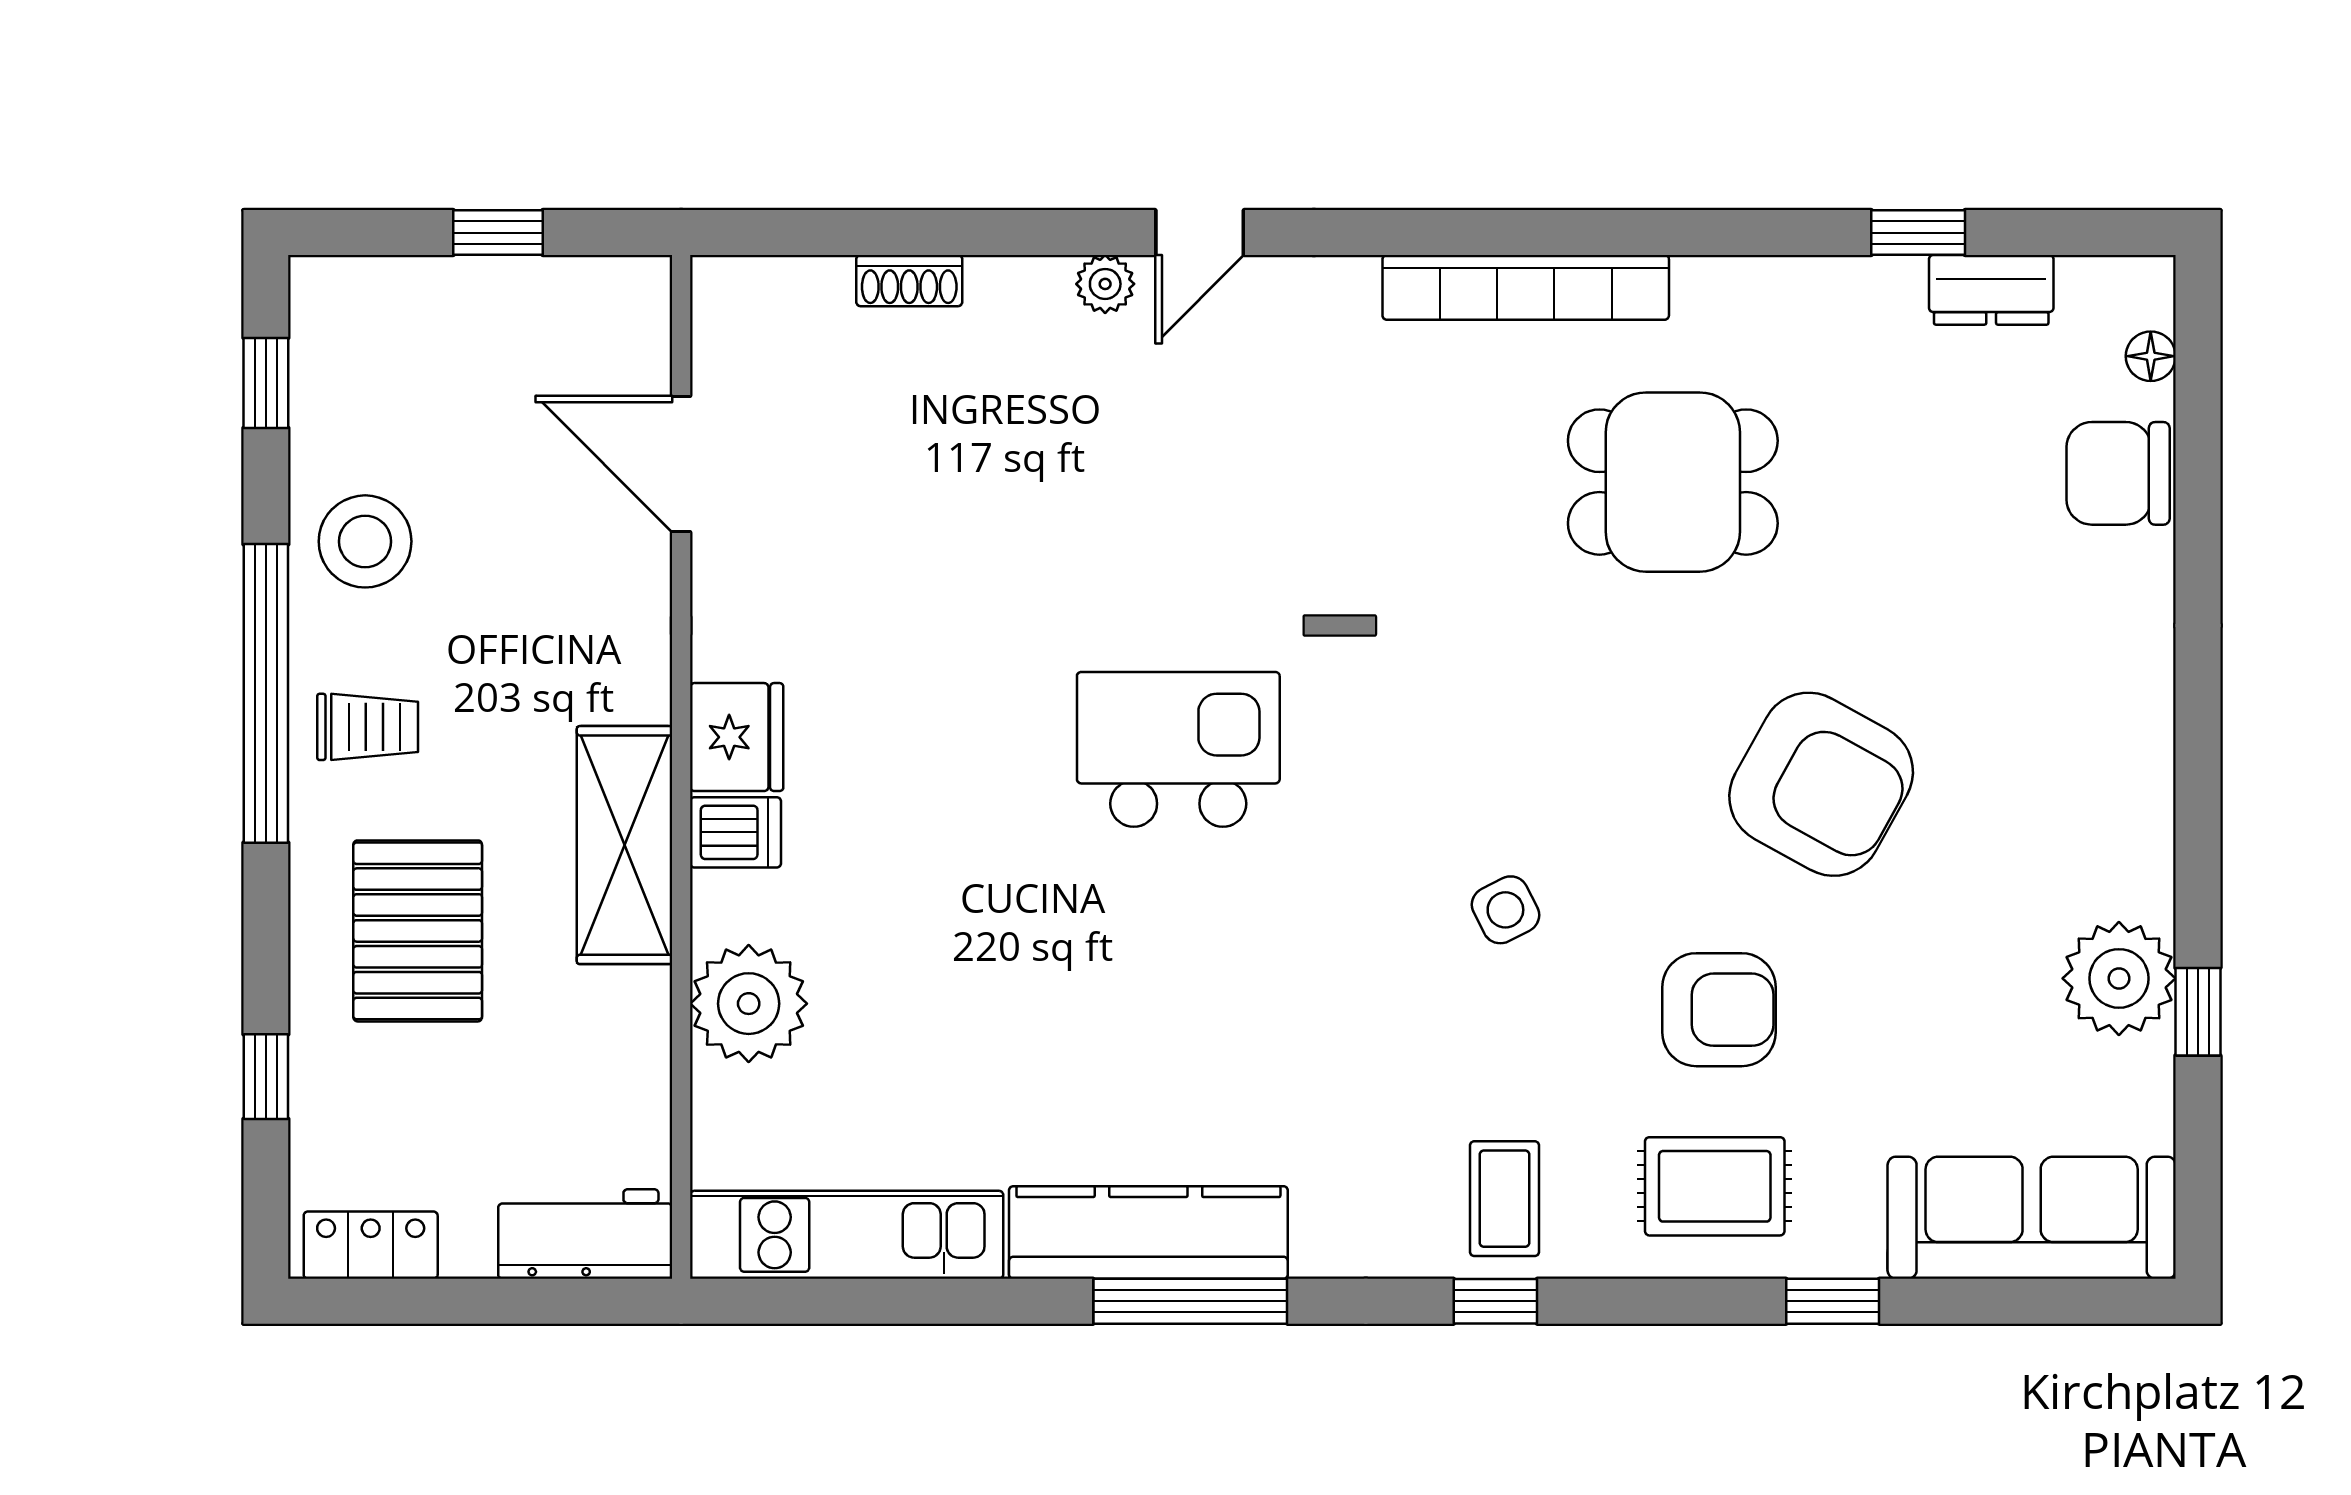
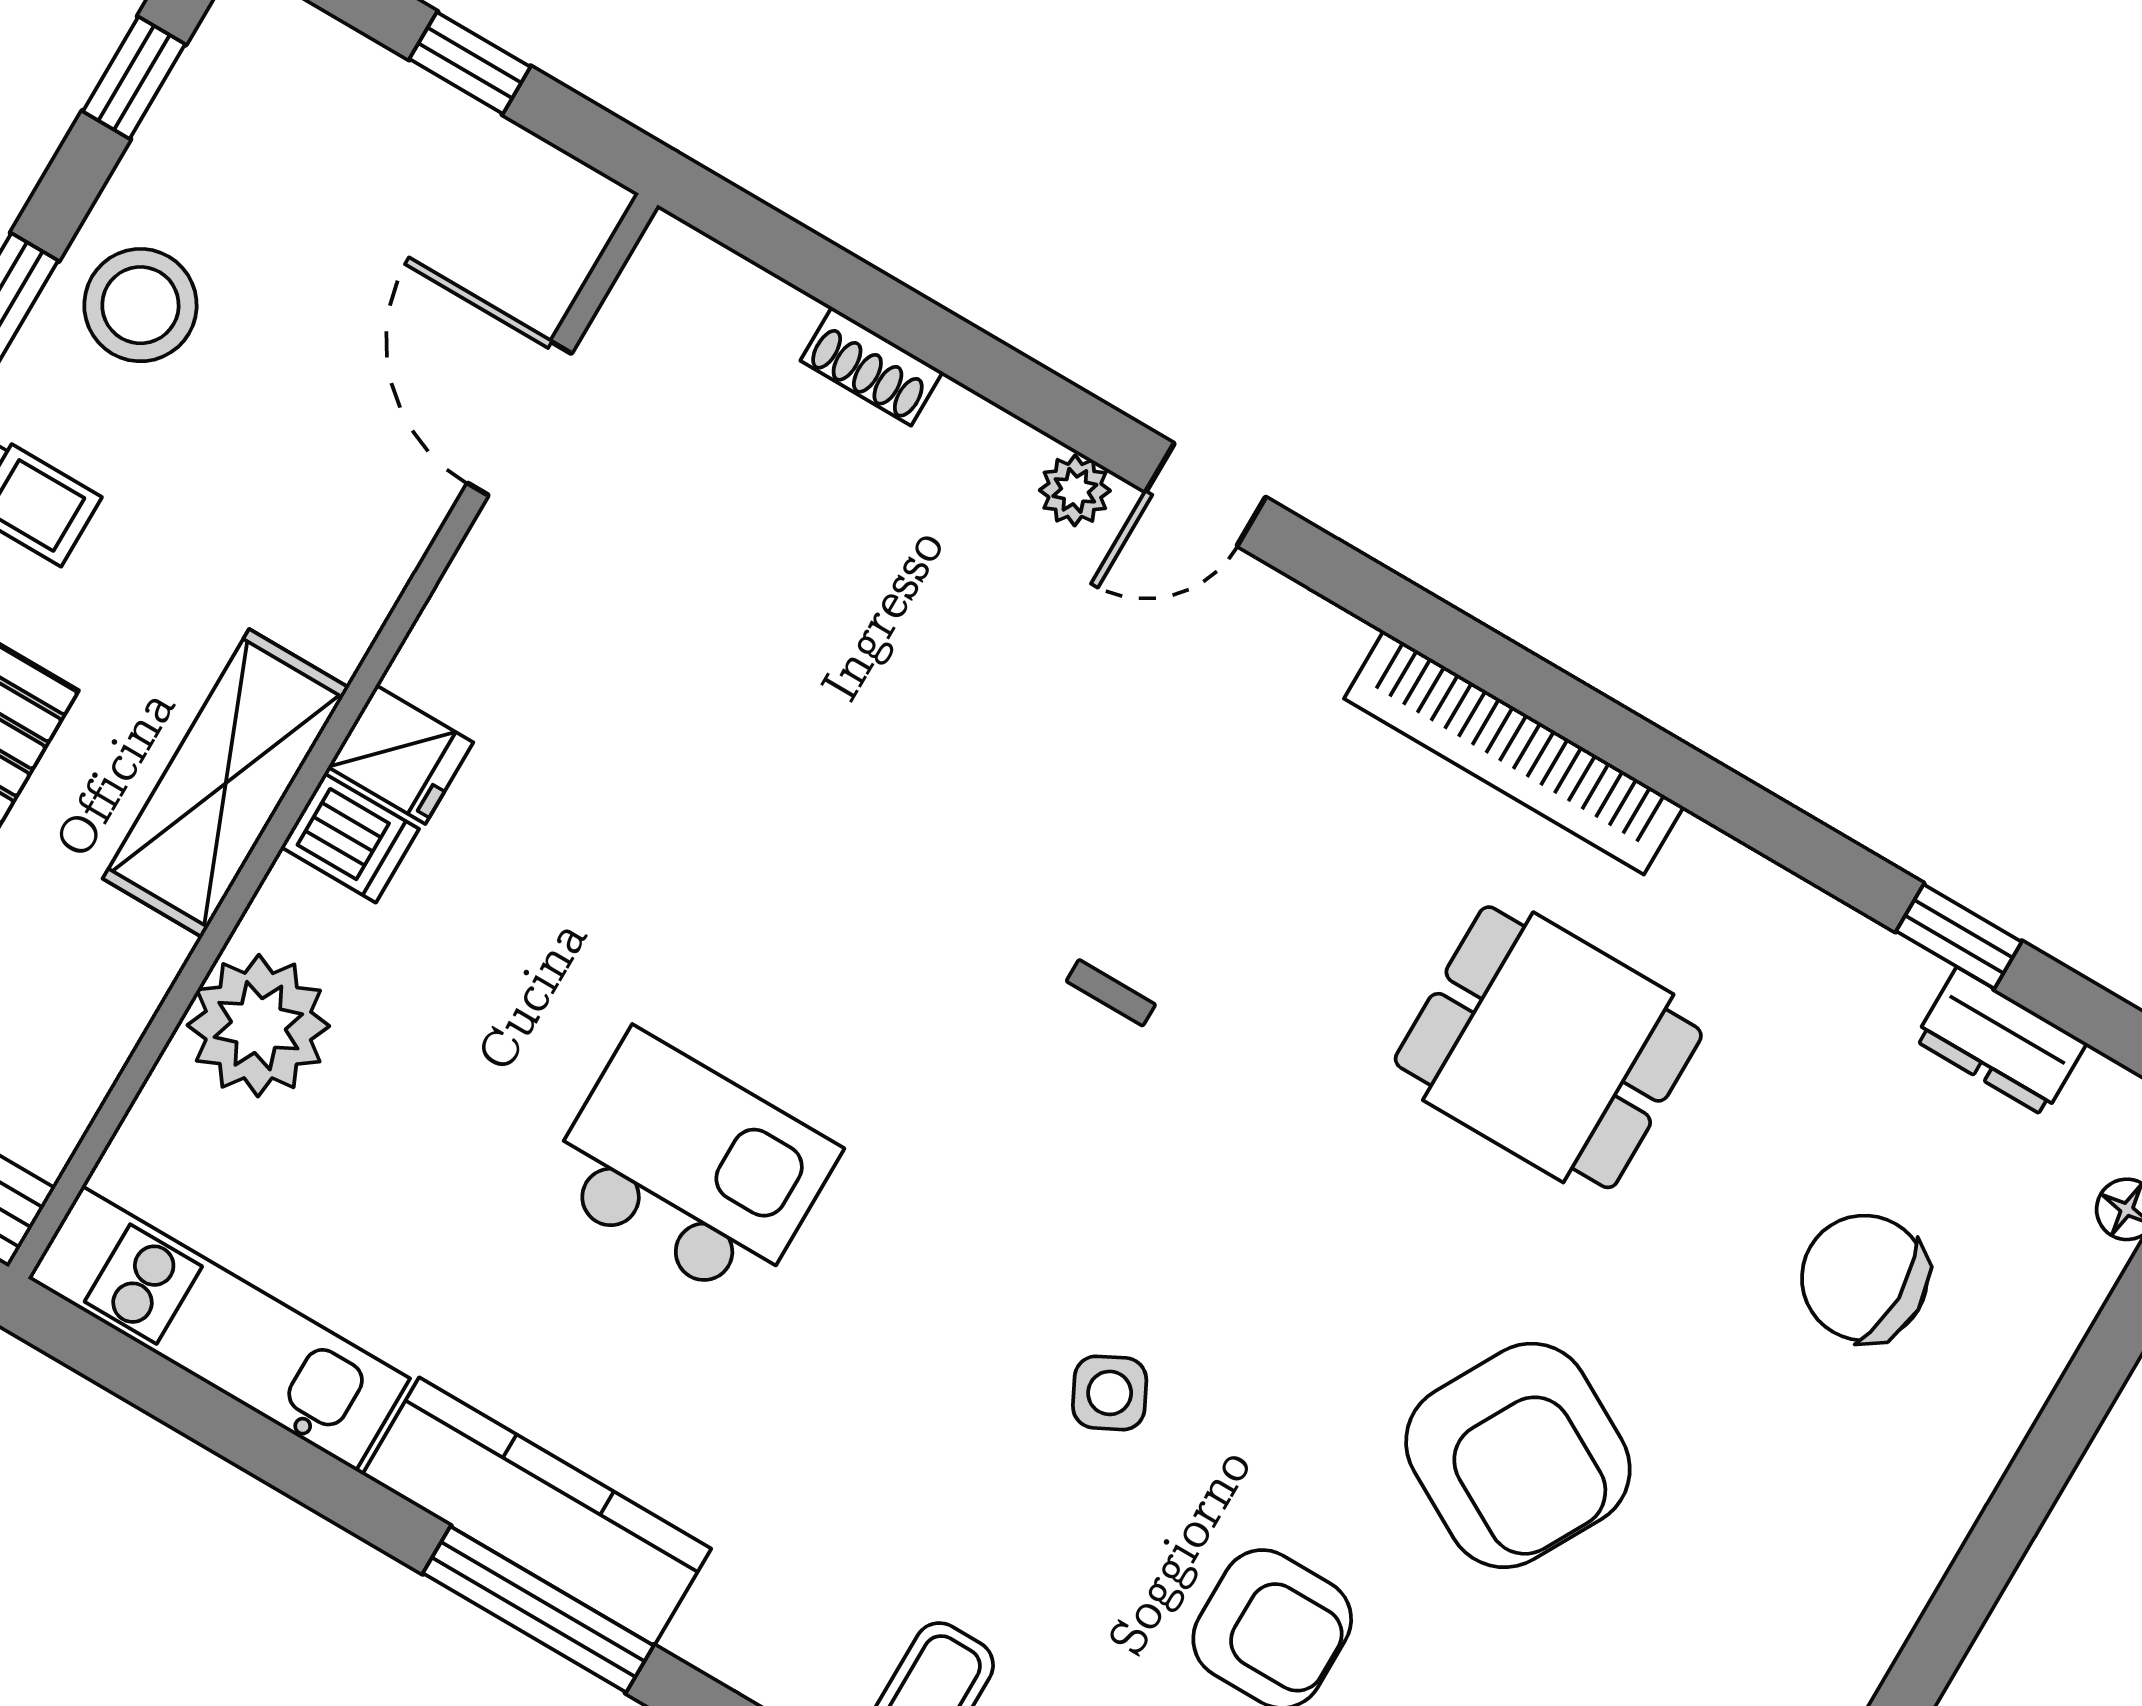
chair: (2118, 473) -> (1864, 1278), moved
fridge: (737, 737) -> (401, 755), width x0.72
kitchen island: (1178, 749) -> (691, 1167), moved

